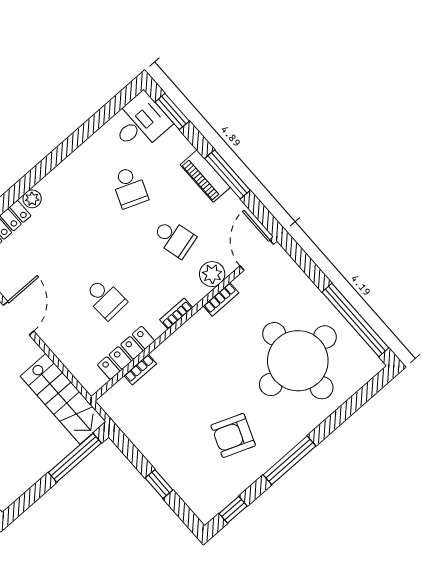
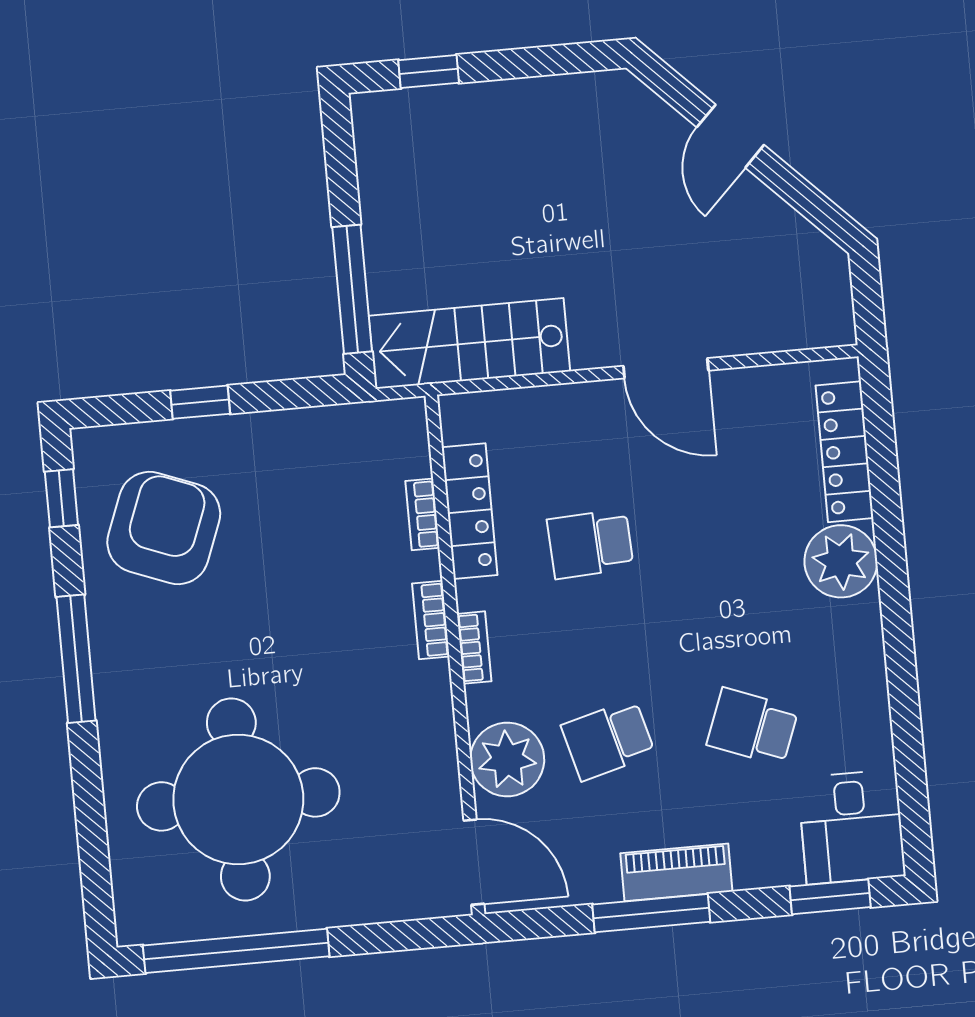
plant: (32, 199) -> (841, 561), width x1.87, depth x1.87
plant: (212, 274) -> (507, 759), width x1.36, depth x1.36
bookcase: (221, 299) -> (431, 620), moved
armchair: (233, 435) -> (164, 528), moved, width x1.36, depth x1.36

